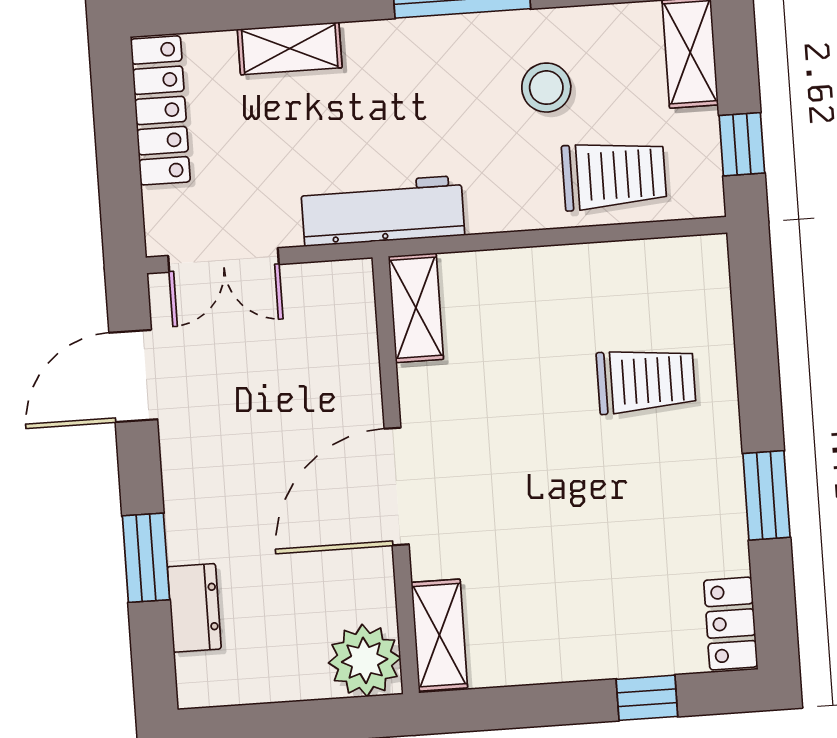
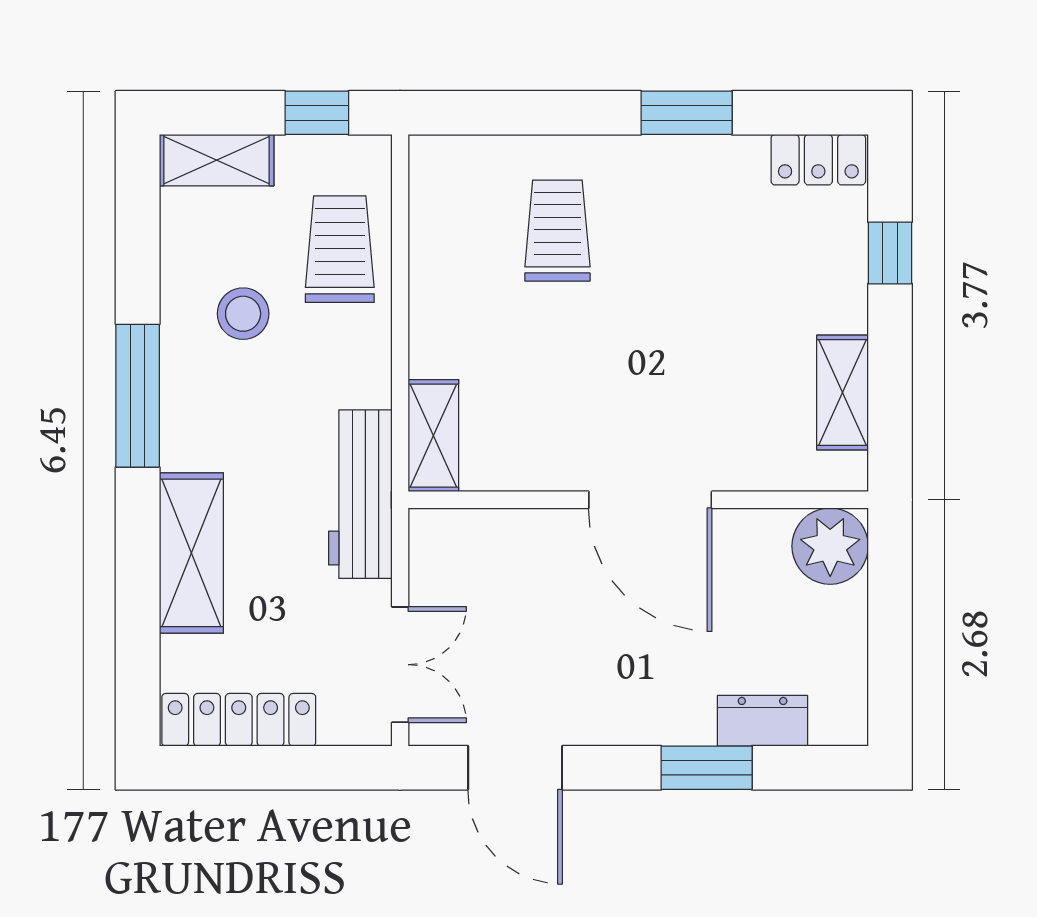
shelving: (290, 48) -> (191, 553), width x1.50, depth x1.33
shelving: (416, 308) -> (433, 436), moved, turned 90
shelving: (439, 635) -> (843, 393), moved, turned 90

